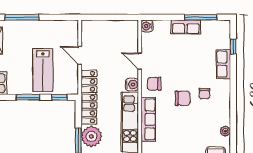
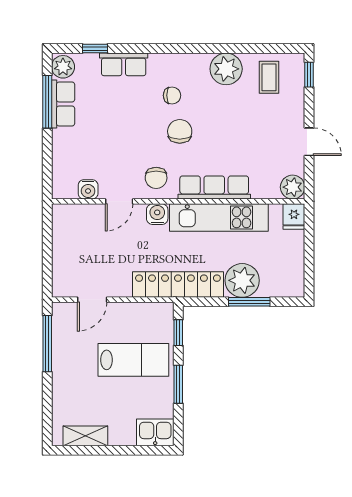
window: (22, 17) -> (47, 344), moved
water cooler: (147, 26) -> (88, 189), moved
row of seats: (186, 27) -> (63, 104), moved
plant: (222, 27) -> (63, 67), added
door: (80, 56) -> (92, 300), moved
plant: (225, 131) -> (226, 69), width x1.88, depth x1.88

